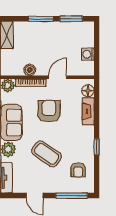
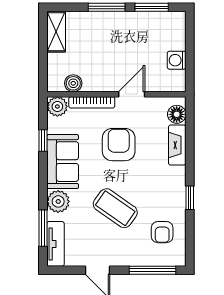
boiler: (30, 70) -> (73, 83), moved

